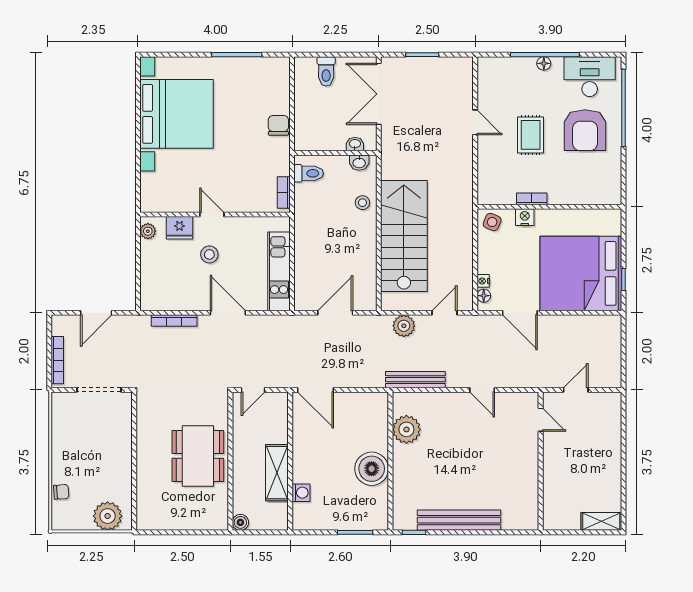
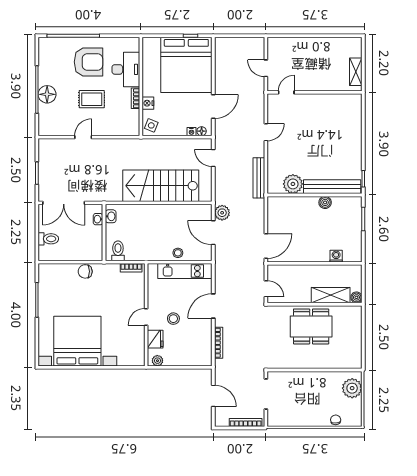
floor lamp: (544, 63) -> (47, 94), width x1.89, depth x1.89
desk: (590, 77) -> (126, 69), moved, turned 180
stool: (362, 203) -> (178, 253), moved
plant: (404, 326) -> (222, 213), moved
boiler: (372, 469) -> (325, 202), width x0.54, depth x0.54
shelving: (277, 473) -> (331, 295), moved
bench: (459, 520) -> (332, 187), moved, turned 90
shelving: (601, 521) -> (356, 72), moved

